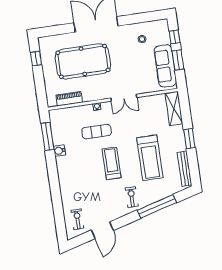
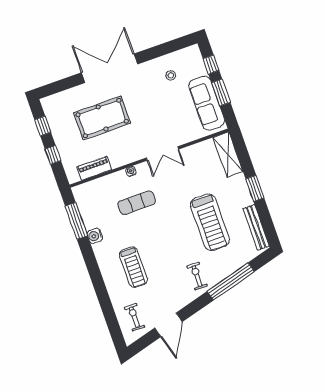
pool table: (83, 61) -> (102, 118), width x0.73, depth x0.76
window: (40, 82) -> (53, 155), added
treadmill: (112, 163) -> (133, 267), moved, turned 180

